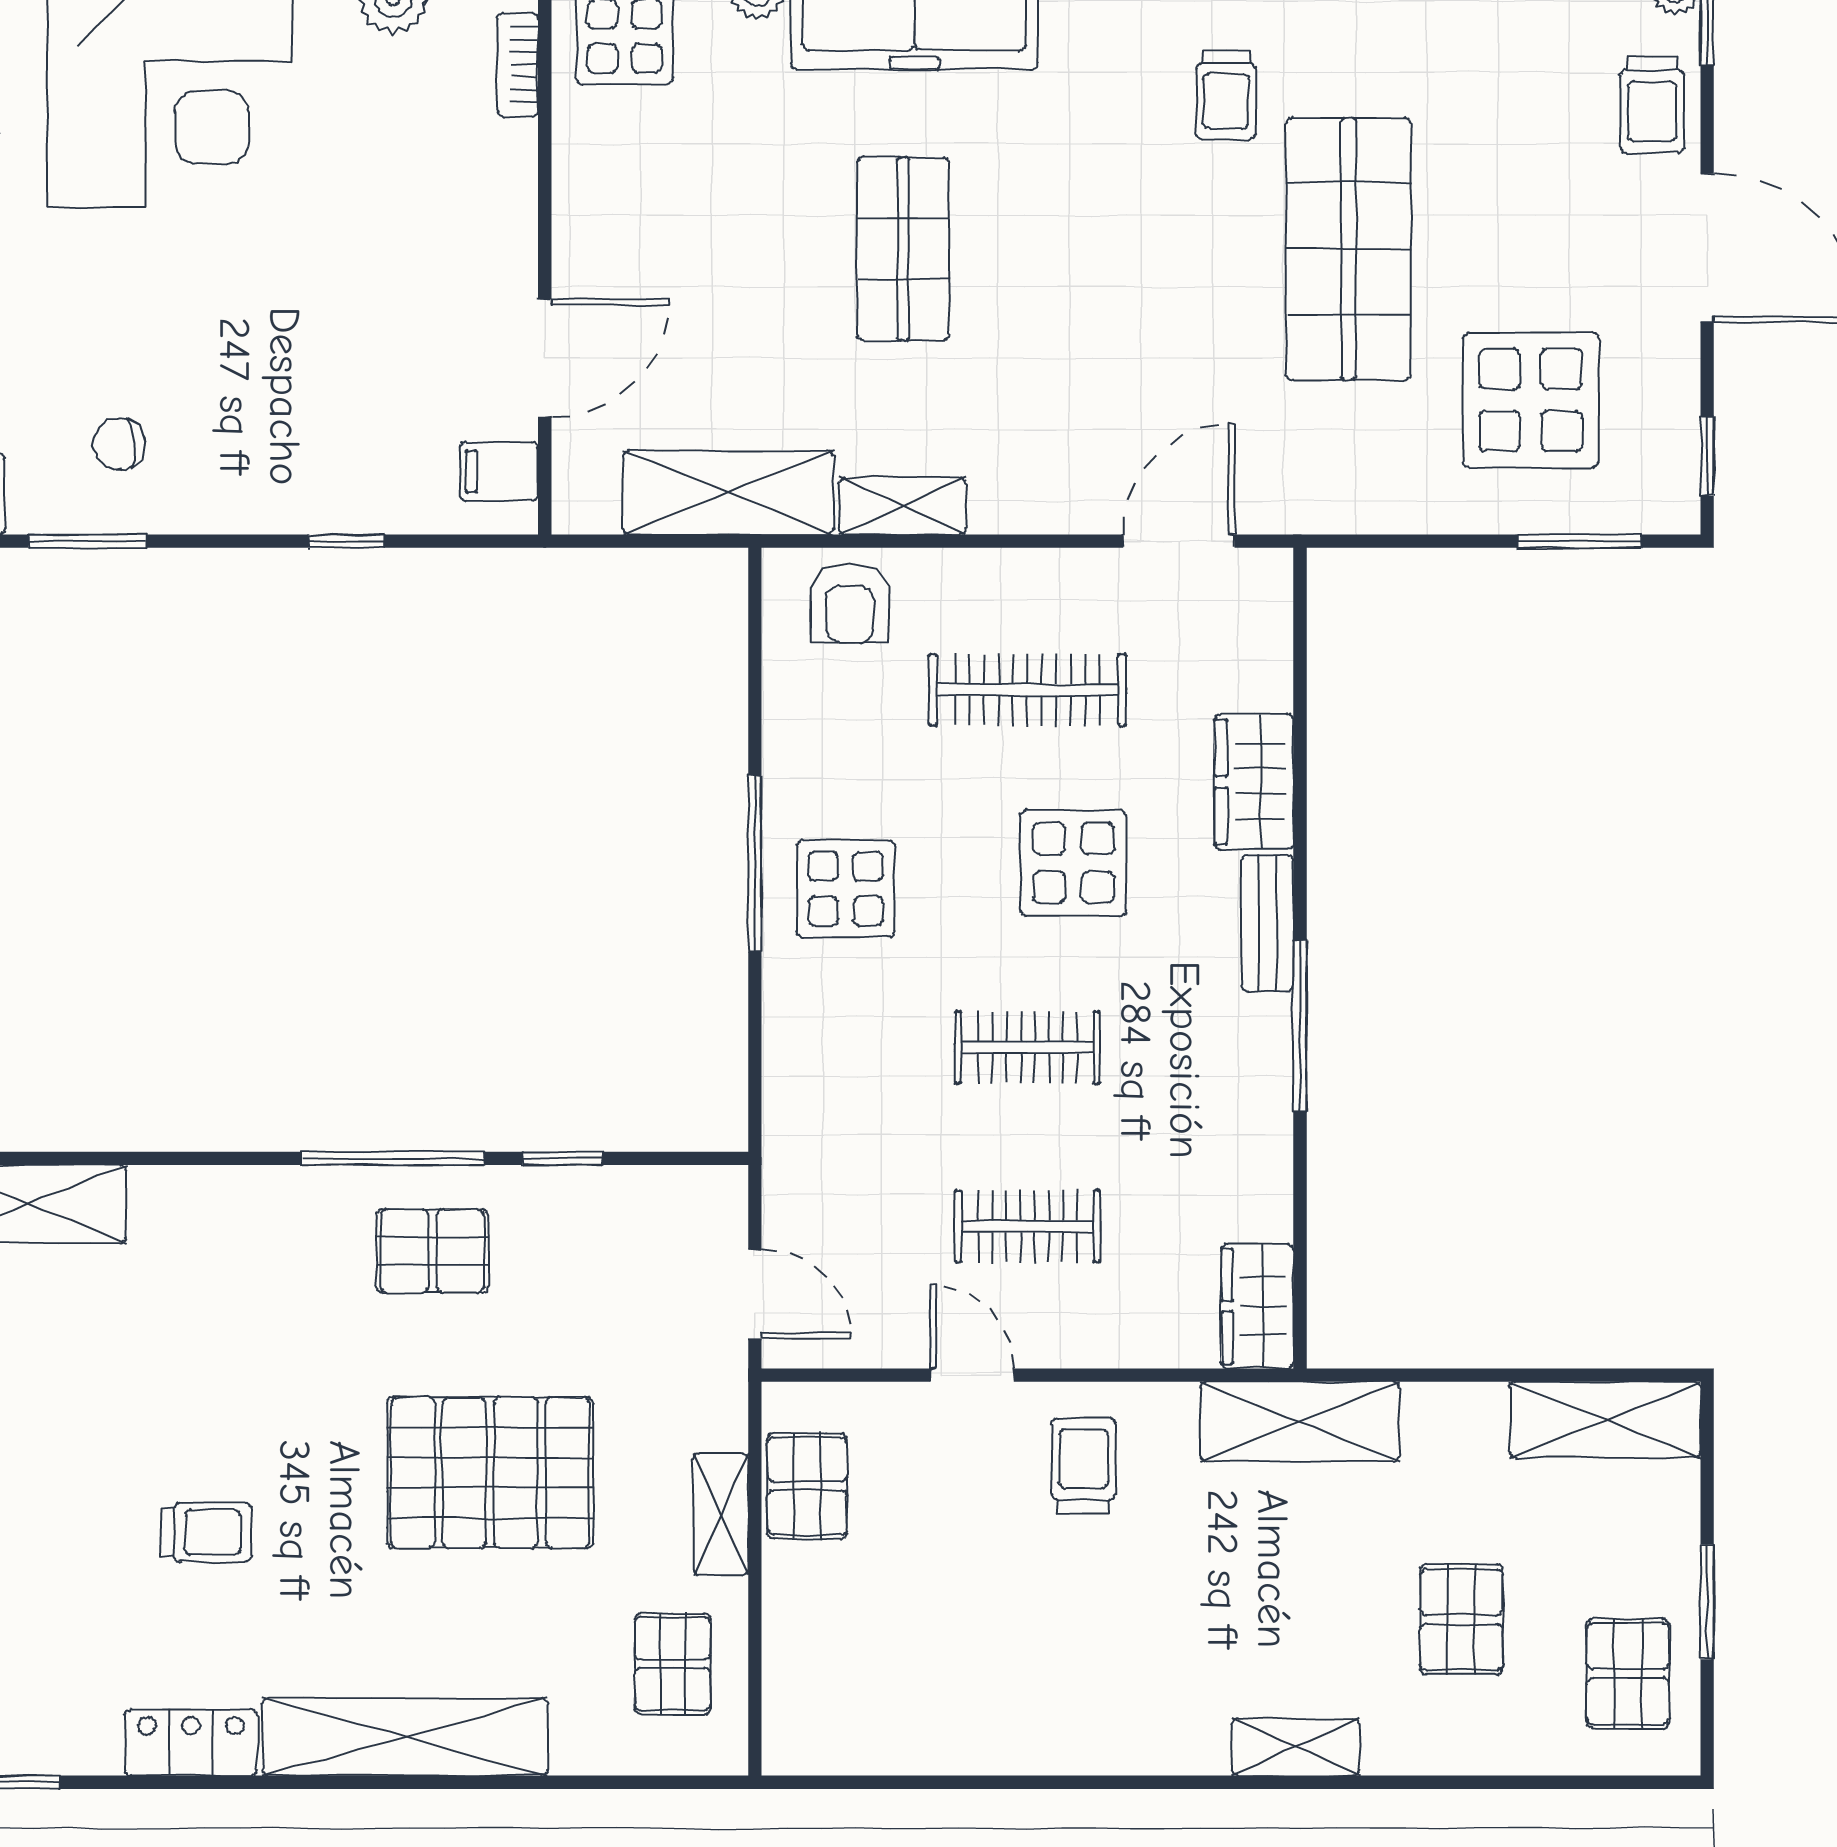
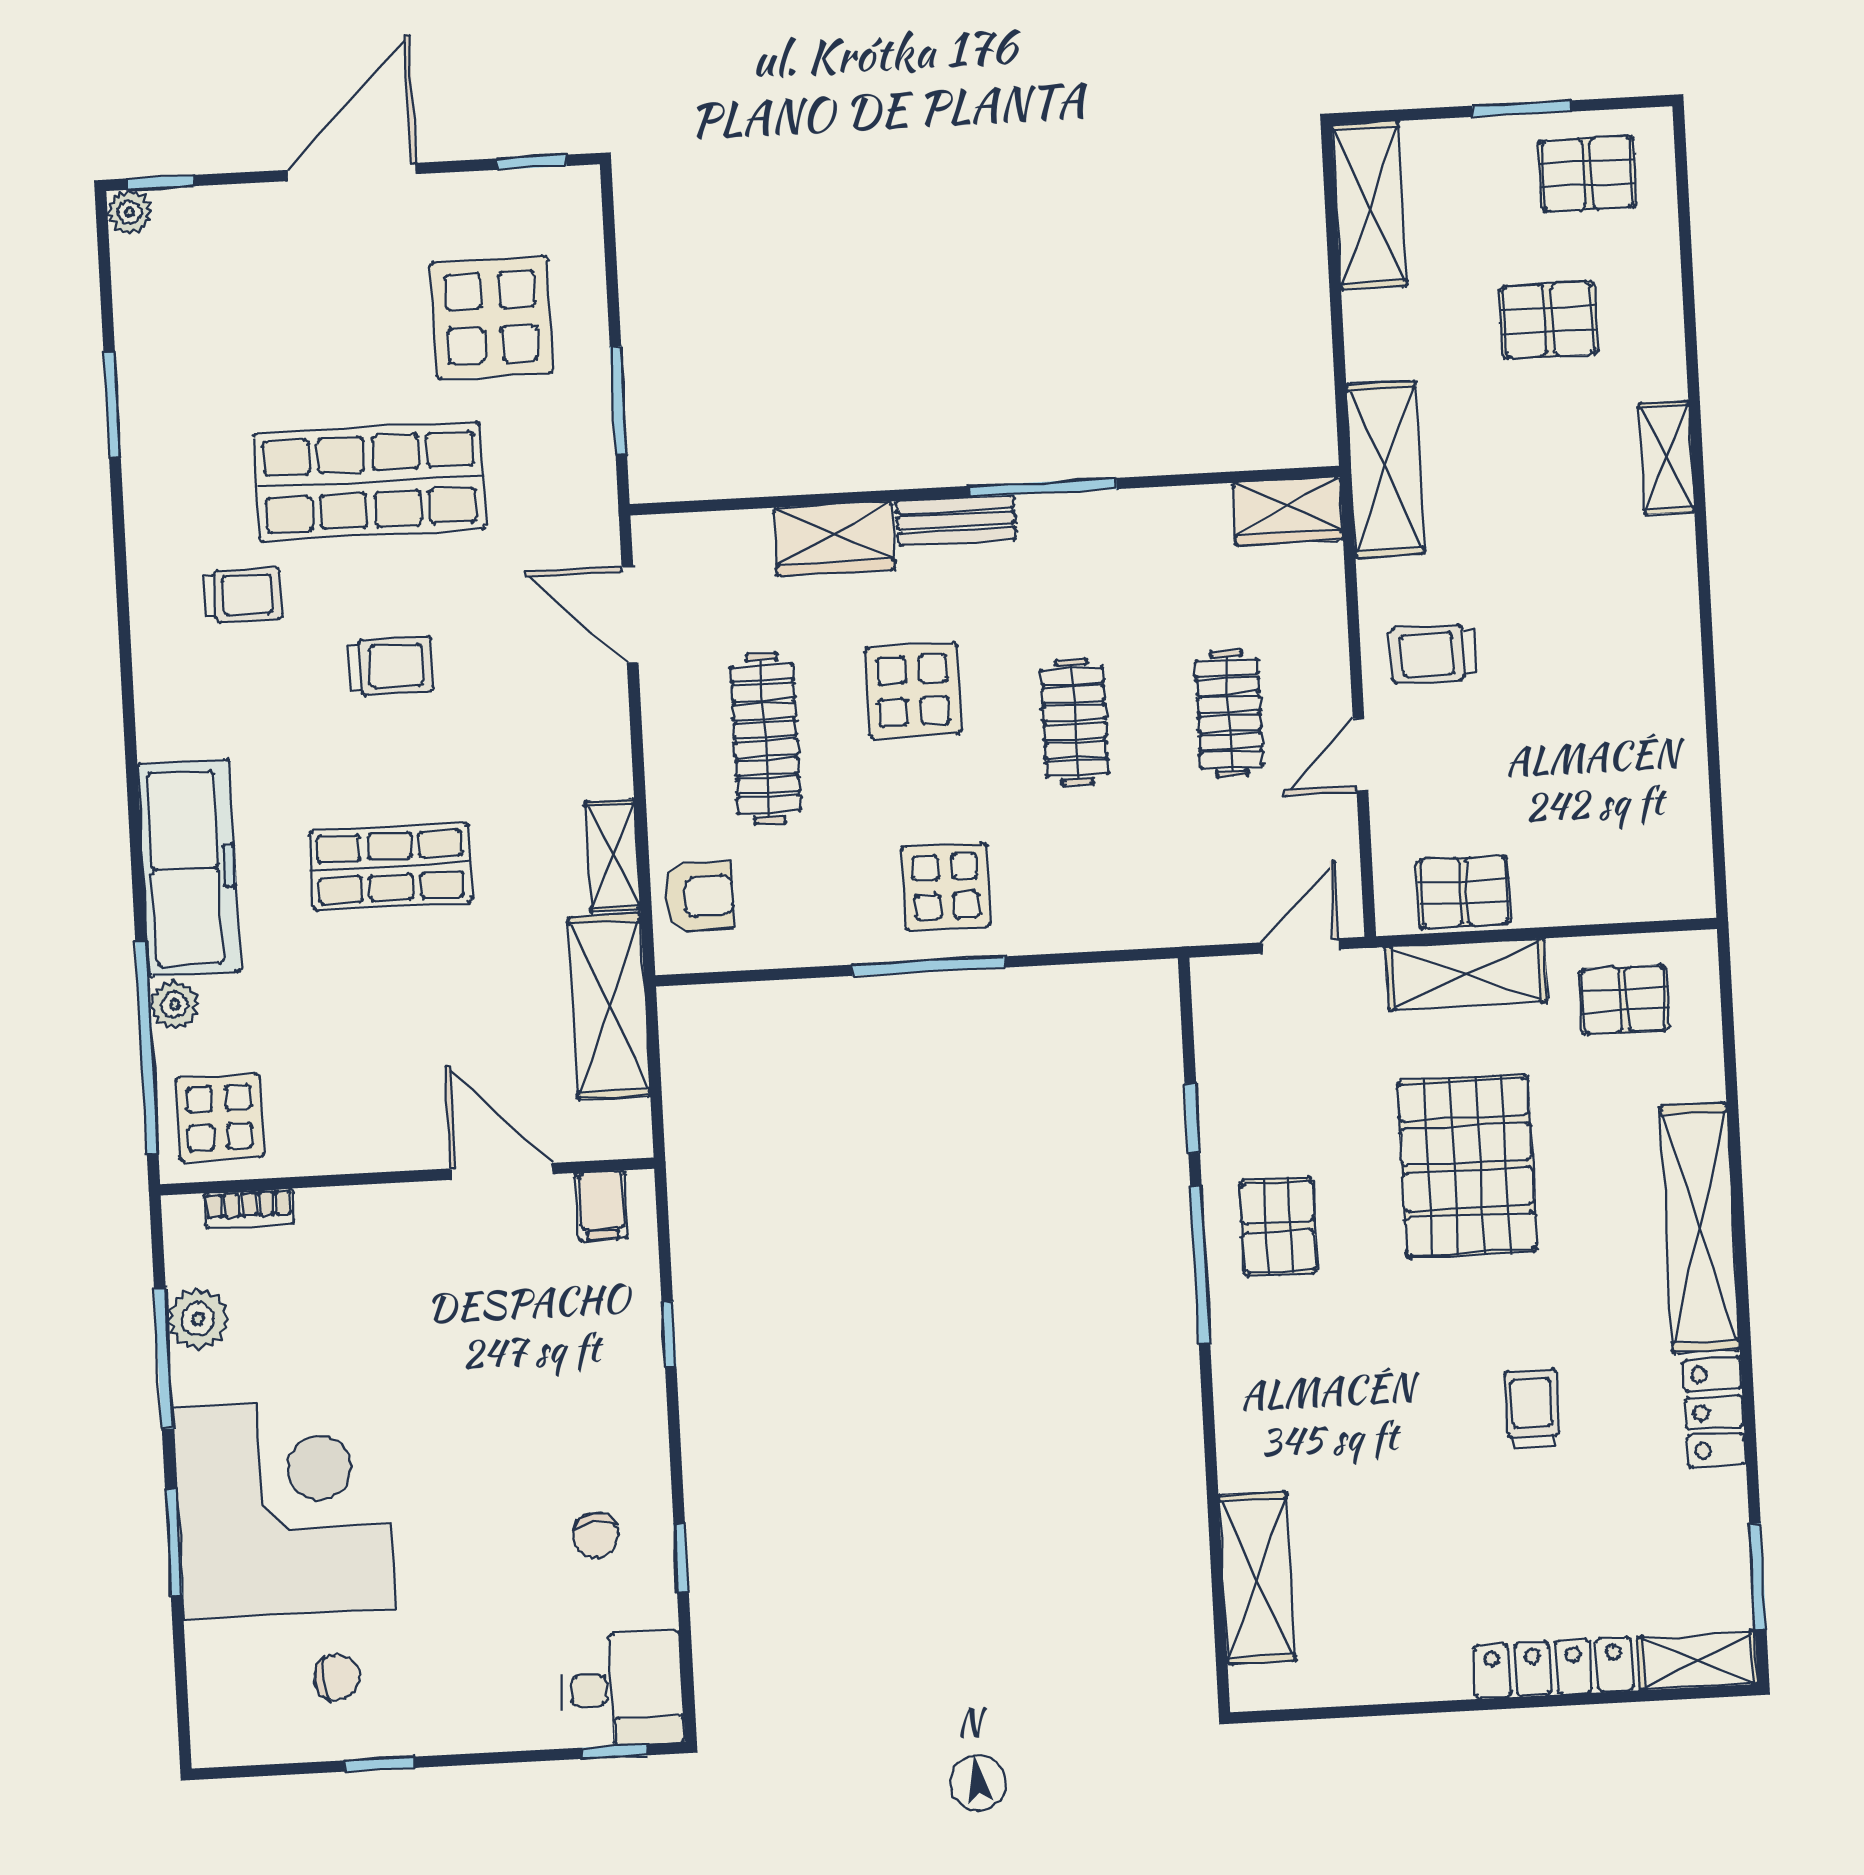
trolley: (1652, 105) -> (390, 666), moved
window: (88, 541) -> (681, 1558), width x0.67
window: (1579, 541) -> (618, 400), moved
shelving: (721, 1514) -> (1466, 974), width x1.50, depth x1.33

